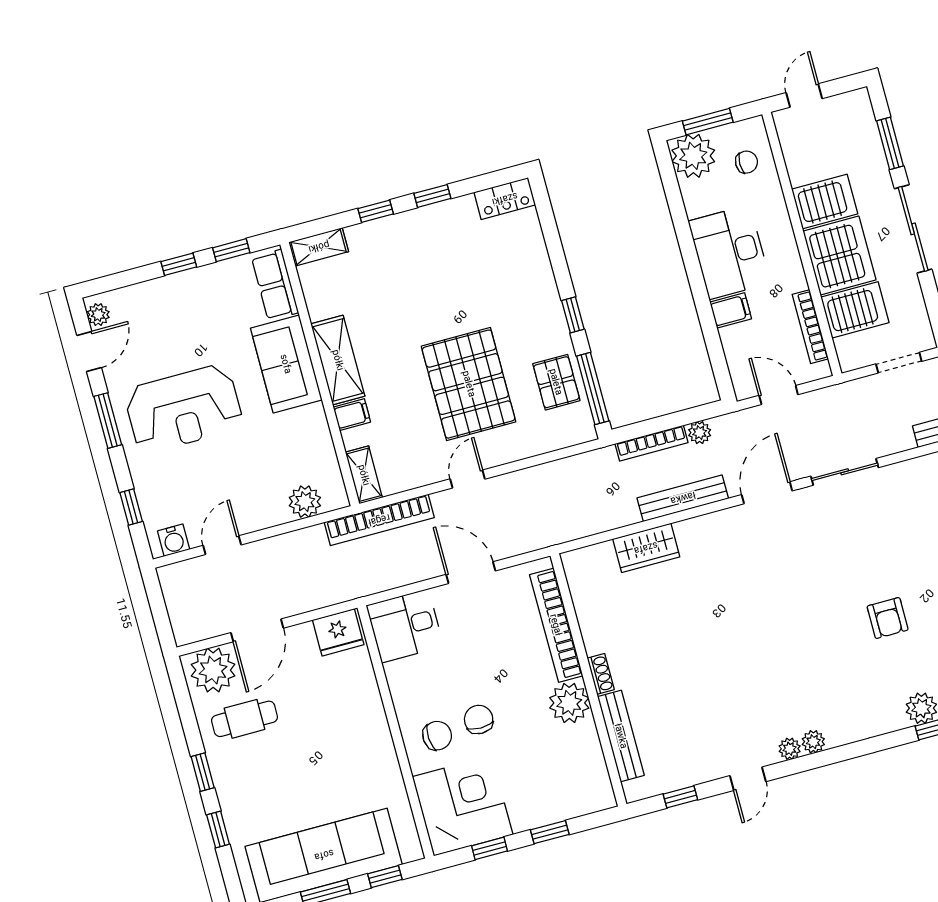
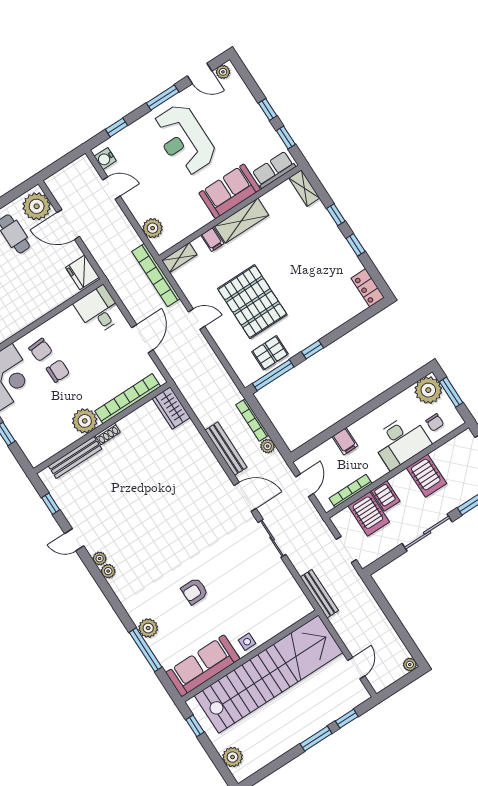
desk: (729, 252) -> (401, 441), moved, turned 180
server rack: (839, 255) -> (385, 496), width x0.46, depth x0.70
pallet: (469, 384) -> (252, 302), turned 90
wardrobe: (646, 548) -> (171, 408), moved

